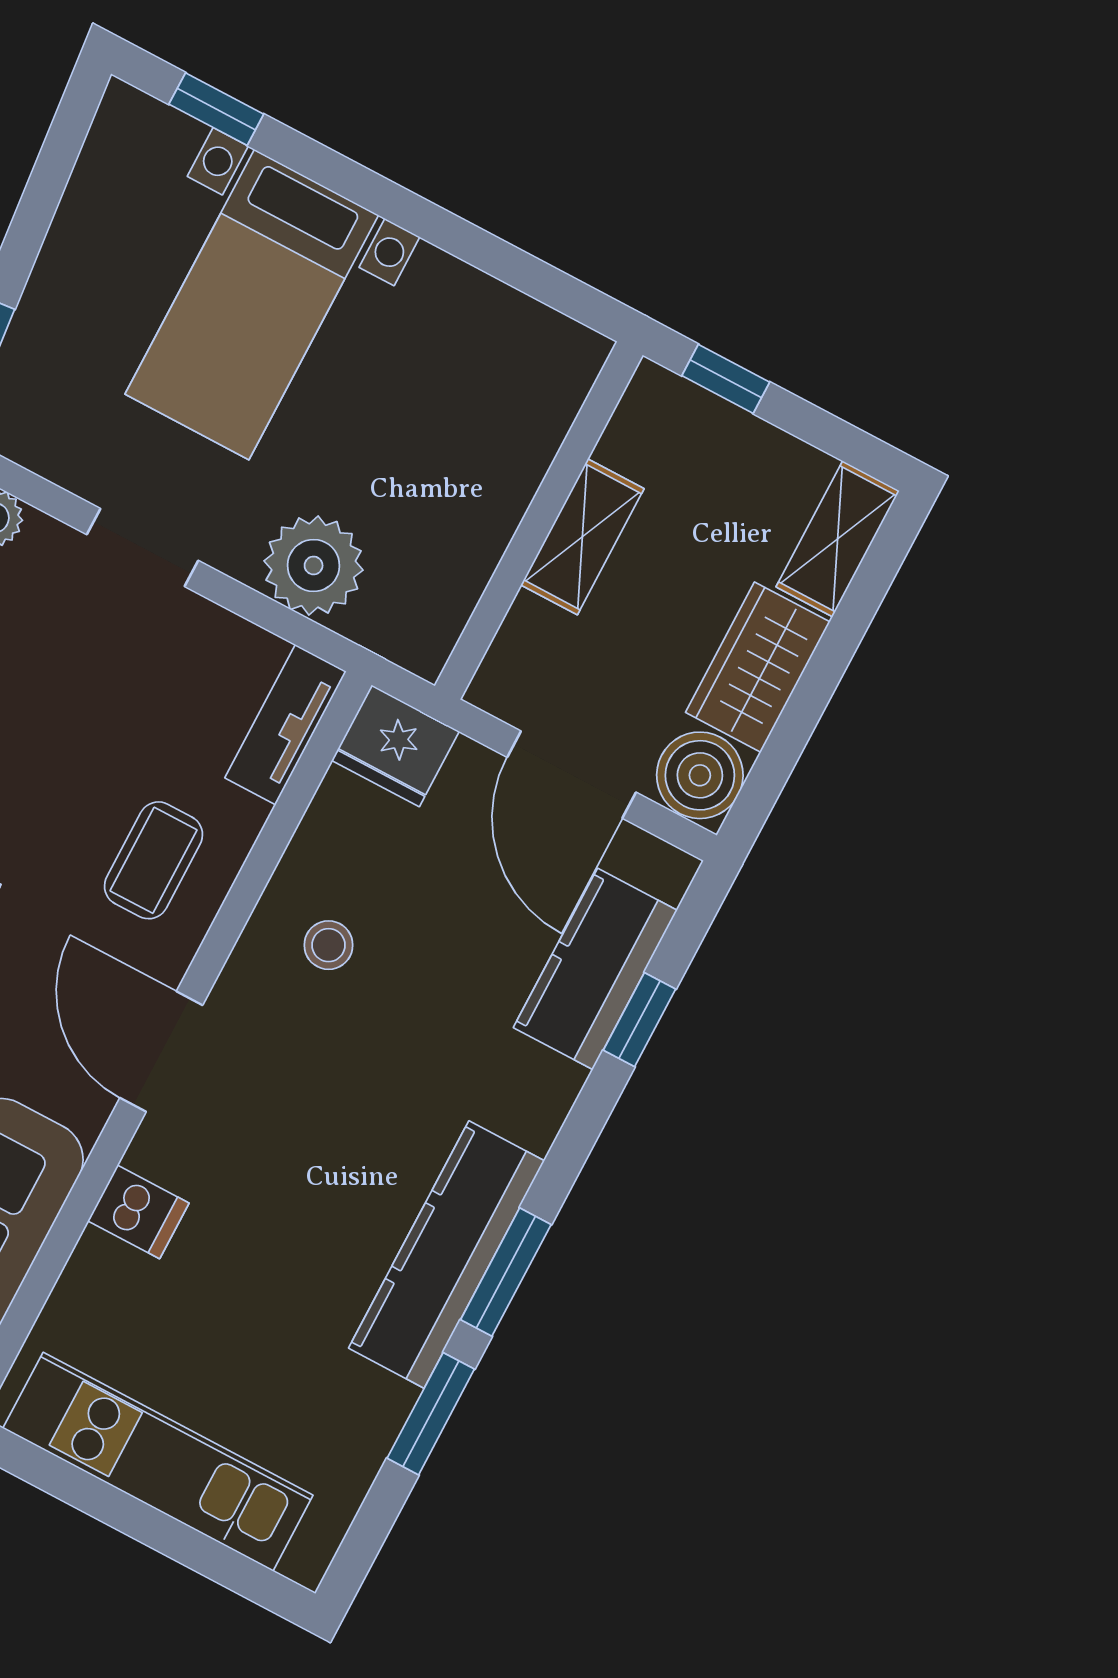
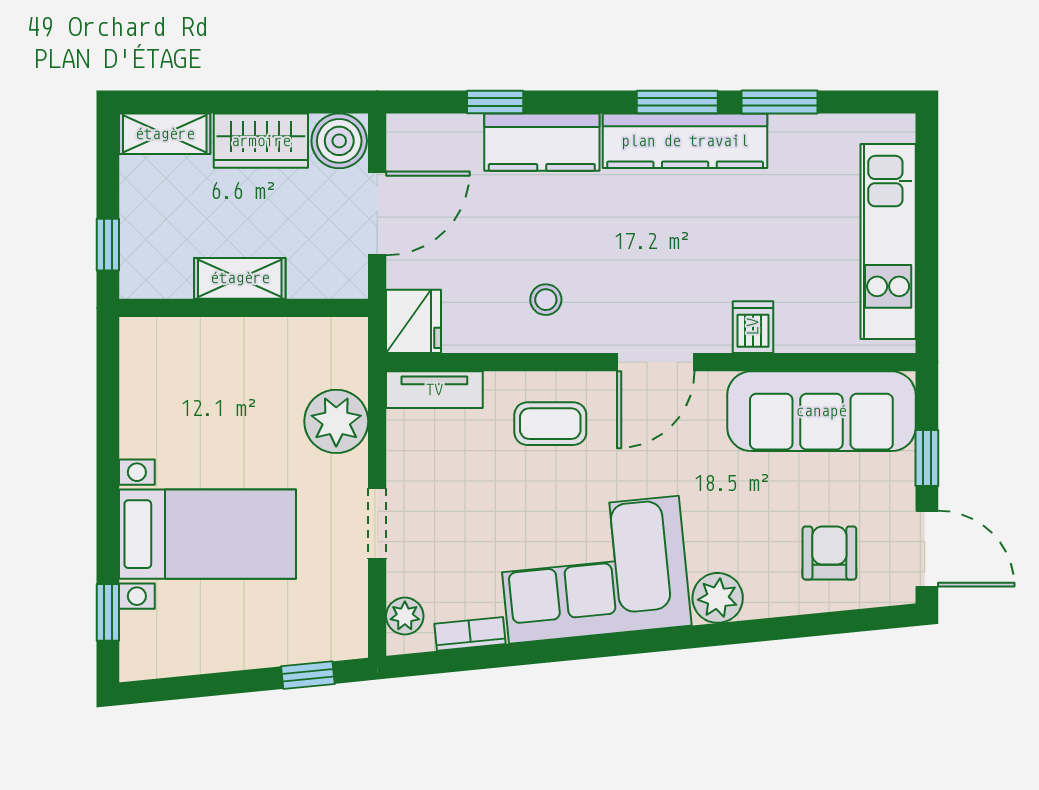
kitchen counter: (595, 969) -> (542, 142), moved

